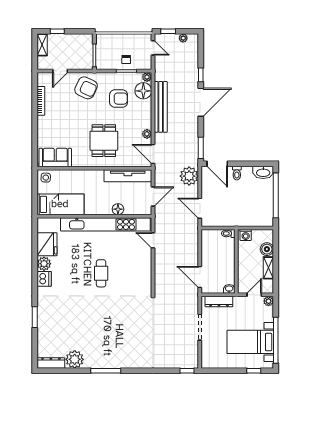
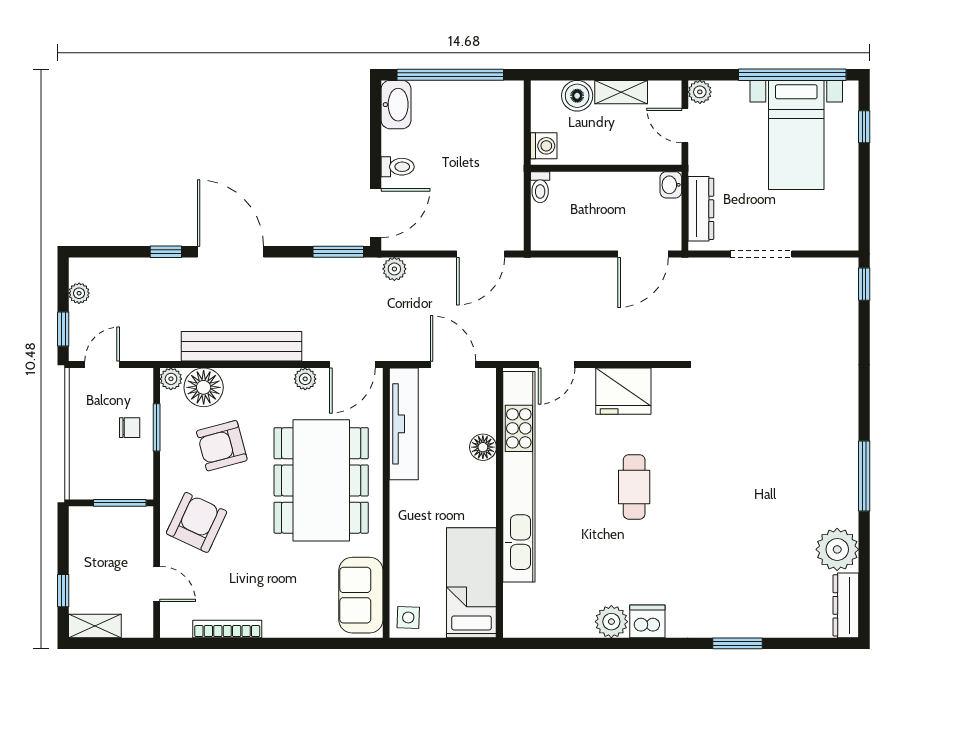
armchair: (119, 99) -> (222, 446), turned -105
dining table: (104, 141) -> (321, 480), width x1.88, depth x1.24
plant: (189, 176) -> (394, 269), width x0.53, depth x0.53
fridge: (47, 244) -> (623, 391), moved, turned 180
cafe table: (101, 273) -> (634, 487), turned 90

